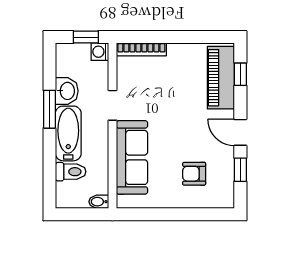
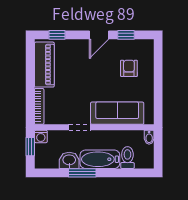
piano: (221, 78) -> (44, 65), moved, turned -90
armchair: (194, 174) -> (129, 68), turned 180

